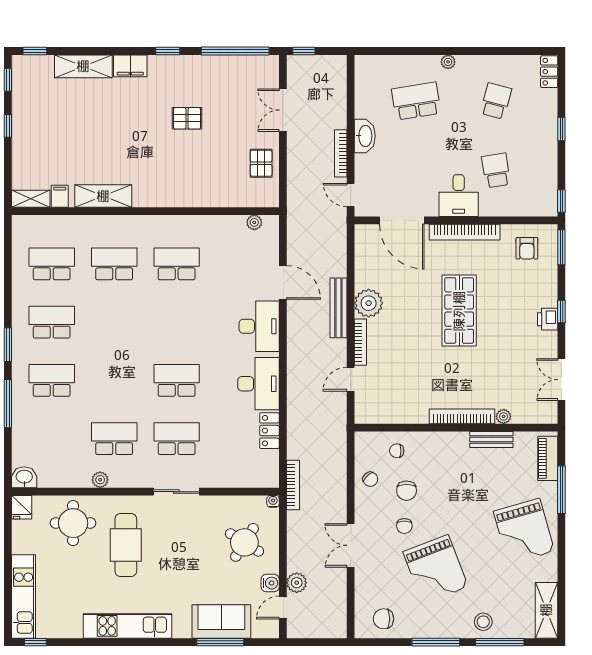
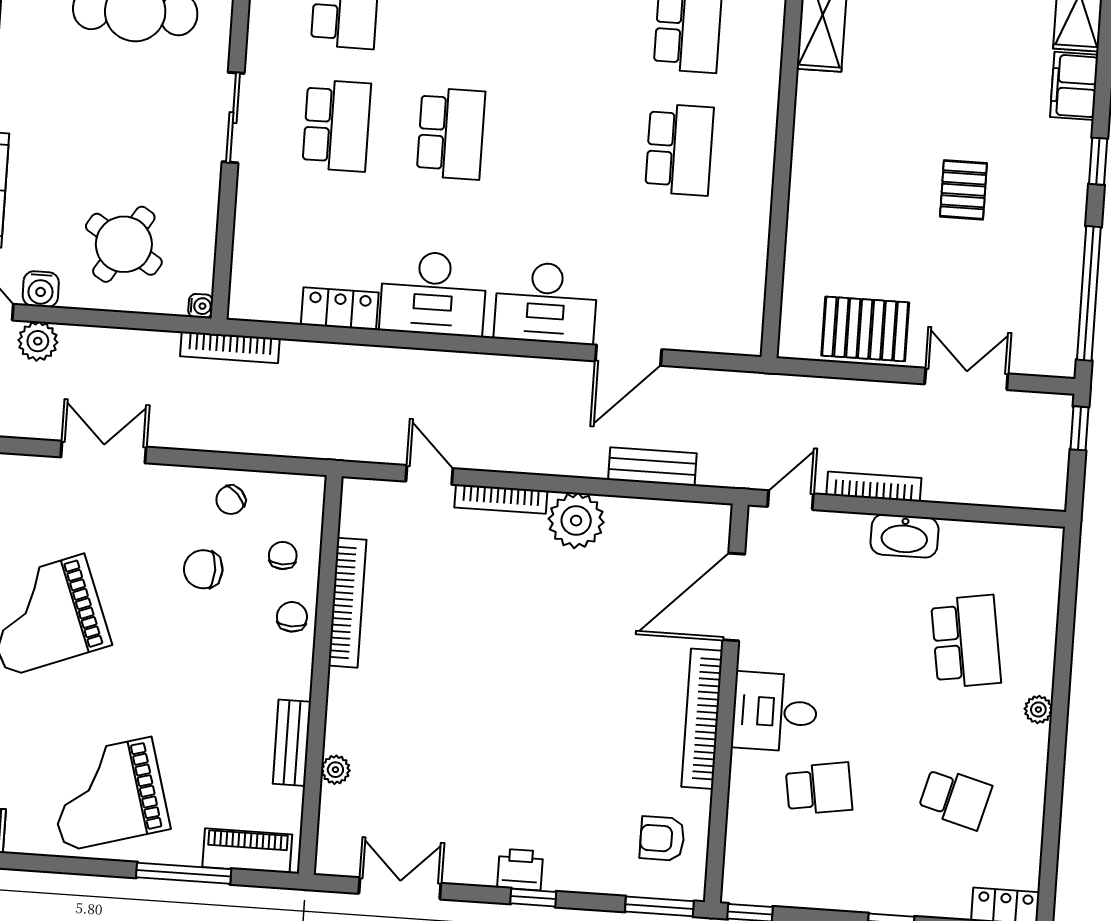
pallet: (261, 163) -> (865, 329), width x1.50, depth x1.42
plant: (254, 222) -> (750, 307), removed
bench: (338, 308) -> (652, 466), moved, width x0.73
shop shelf: (459, 311) -> (549, 697), removed
bookcase: (462, 416) -> (347, 603), moved
chair: (404, 526) -> (292, 617), moved, turned 90

